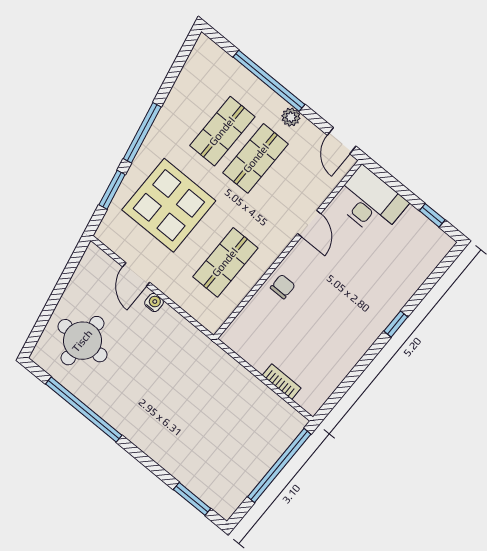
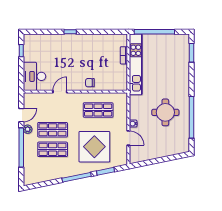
door: (342, 141) -> (21, 115), moved
door: (136, 274) -> (128, 138), hinge flipped
round table: (82, 341) -> (165, 112), moved
kitchen unit: (250, 389) -> (136, 64), added

